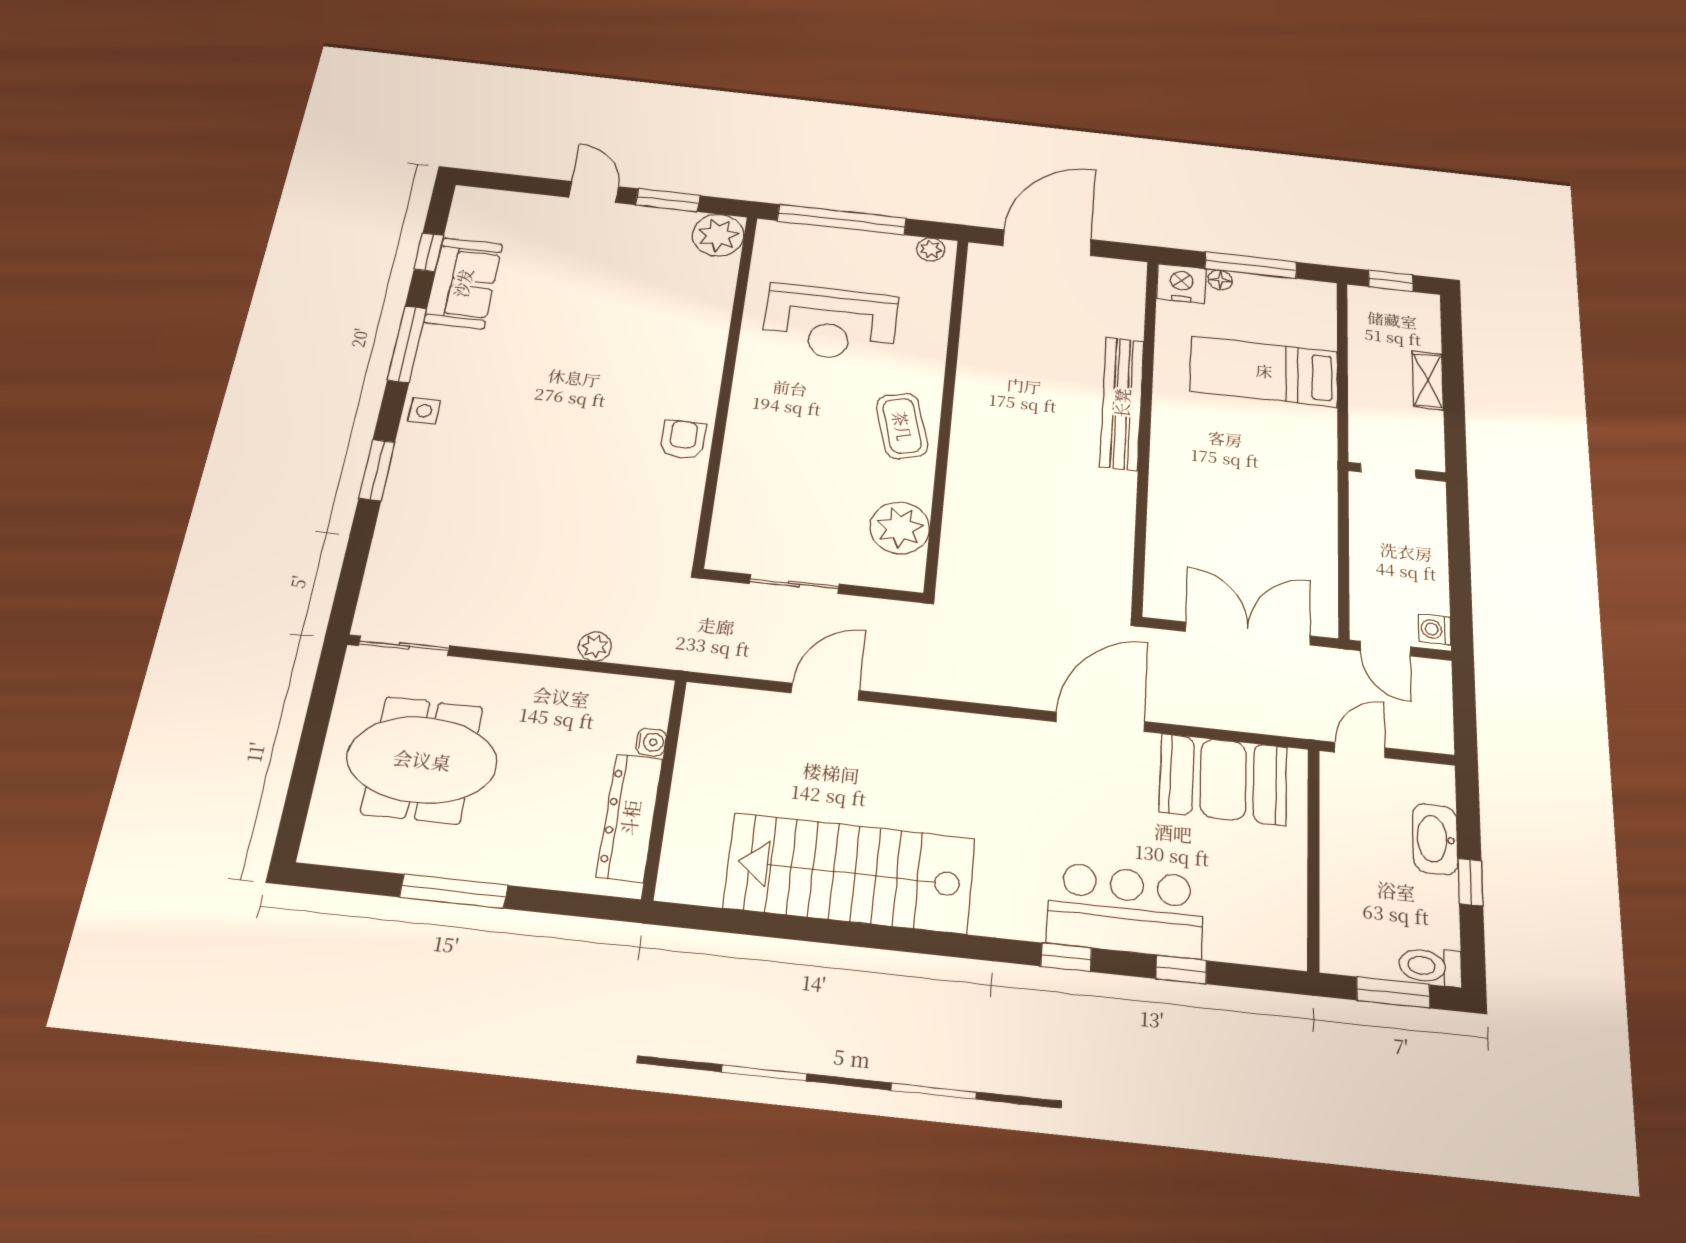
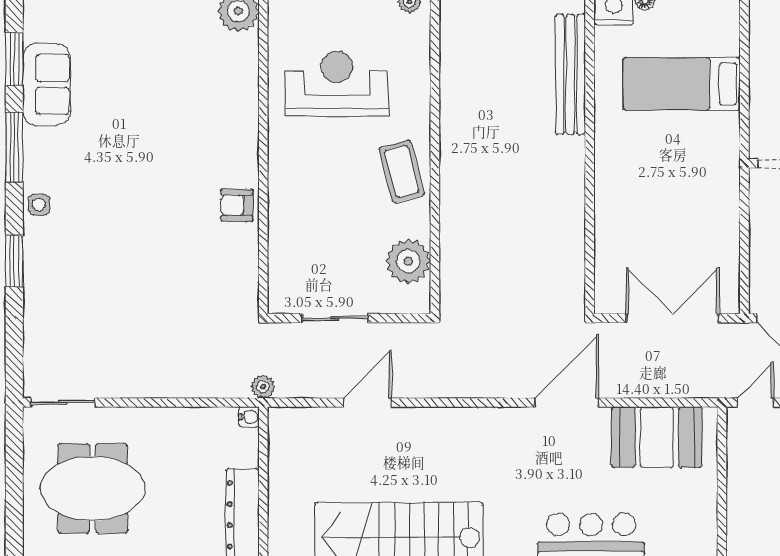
window: (429, 252) -> (14, 59), width x1.50
reception desk: (830, 323) -> (337, 84), turned 180
bench: (1122, 403) -> (570, 74), moved
armchair: (683, 440) -> (237, 205), turned -90
plant: (595, 646) -> (263, 387), moved
water cooler: (651, 742) -> (249, 417), moved

